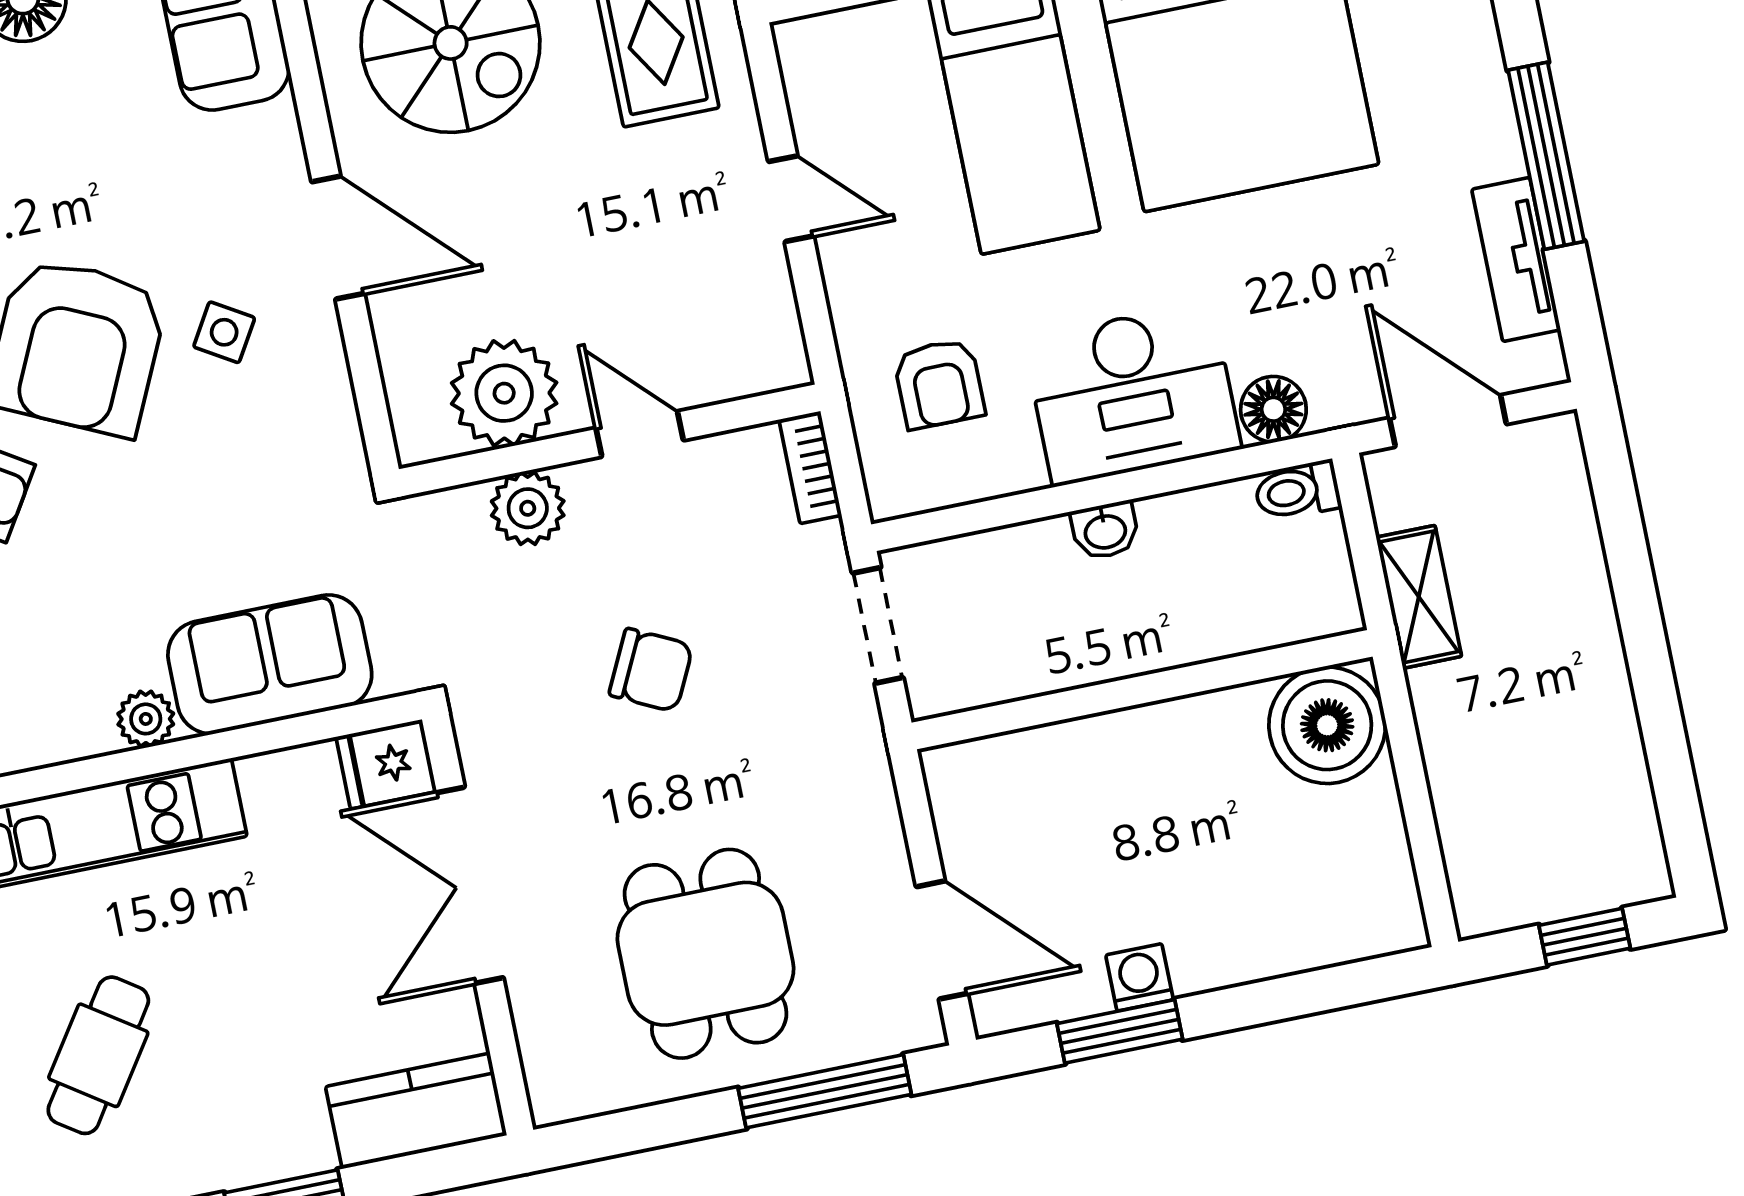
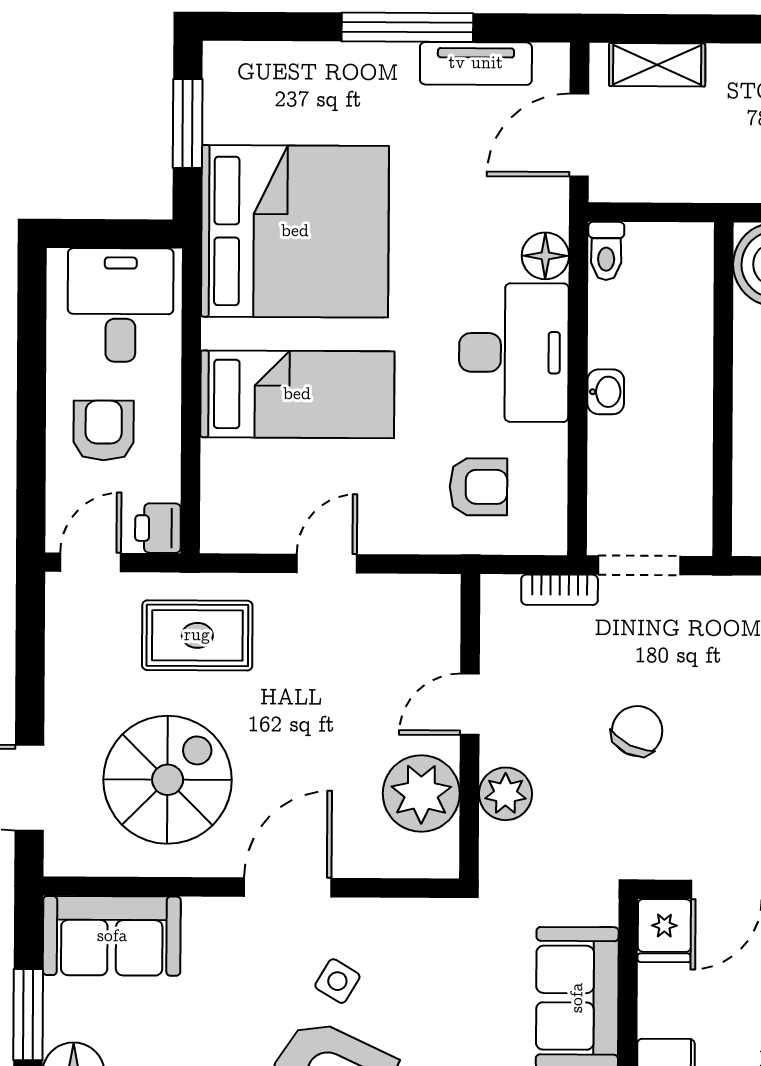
bookcase: (810, 467) -> (560, 590), moved
shelving: (1419, 597) -> (657, 65), moved

